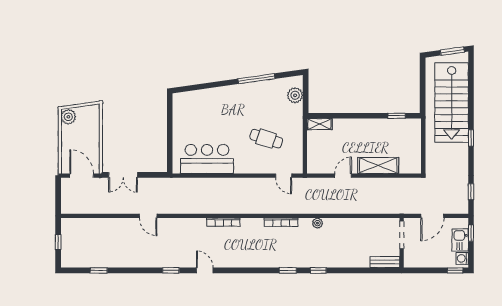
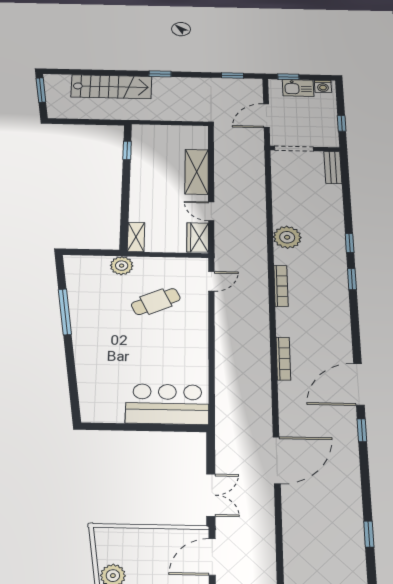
plant: (295, 95) -> (122, 266), moved
stairs: (452, 103) -> (111, 87), width x0.73, depth x0.66
cafe table: (266, 139) -> (156, 302), turned 47
bar counter: (207, 159) -> (167, 404), moved, turned 90
wardrobe: (320, 166) -> (198, 237), added
door: (148, 216) -> (277, 460), width x1.87
door: (432, 216) -> (266, 116), swing flipped
plant: (317, 223) -> (287, 237), width x1.87, depth x1.87
door: (205, 270) -> (359, 384), width x1.88
window: (455, 270) -> (342, 123), moved

